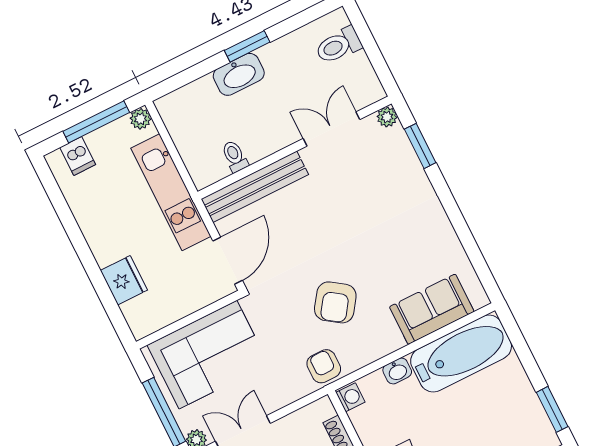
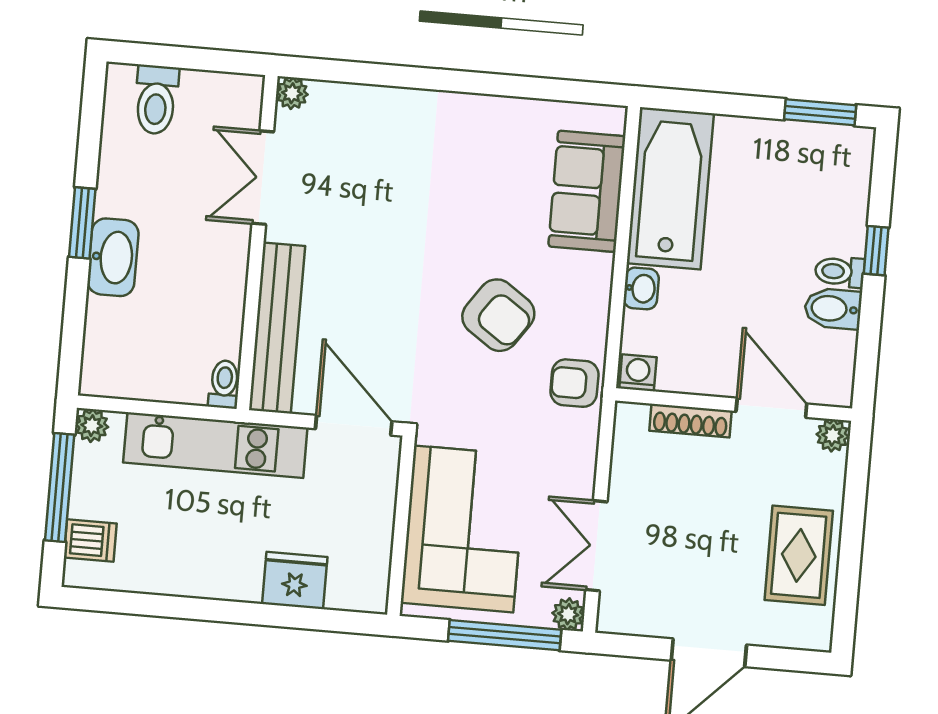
window: (420, 146) -> (358, 73), removed
toilet: (235, 156) -> (224, 384), moved, turned 90

